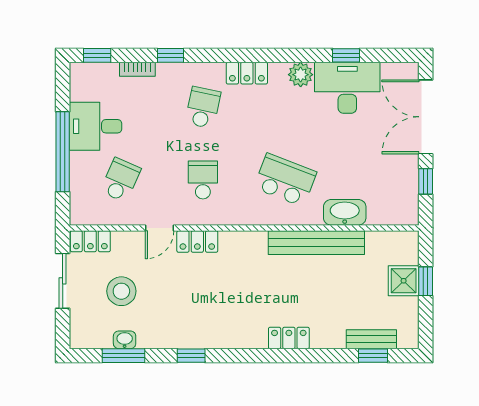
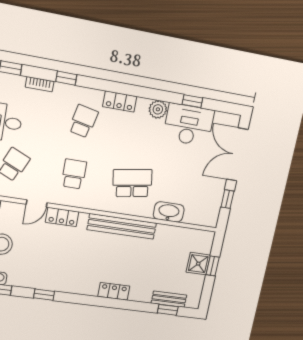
school desk: (285, 180) -> (132, 183), turned -30
bench: (316, 243) -> (122, 226), moved

